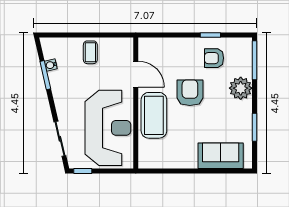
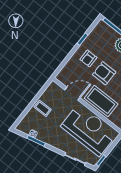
armchair: (214, 58) -> (88, 58), moved

